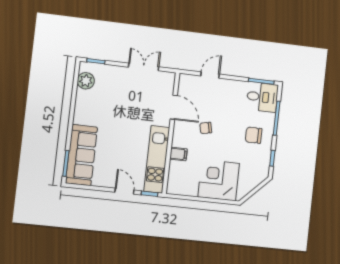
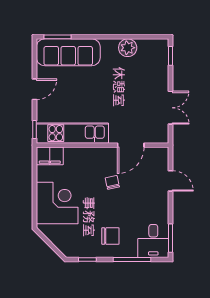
plant: (86, 81) -> (128, 48), moved
chair: (254, 135) -> (110, 236), turned 90
filing cabinet: (178, 154) -> (50, 156), moved, width x2.00
door: (124, 191) -> (34, 89), moved

